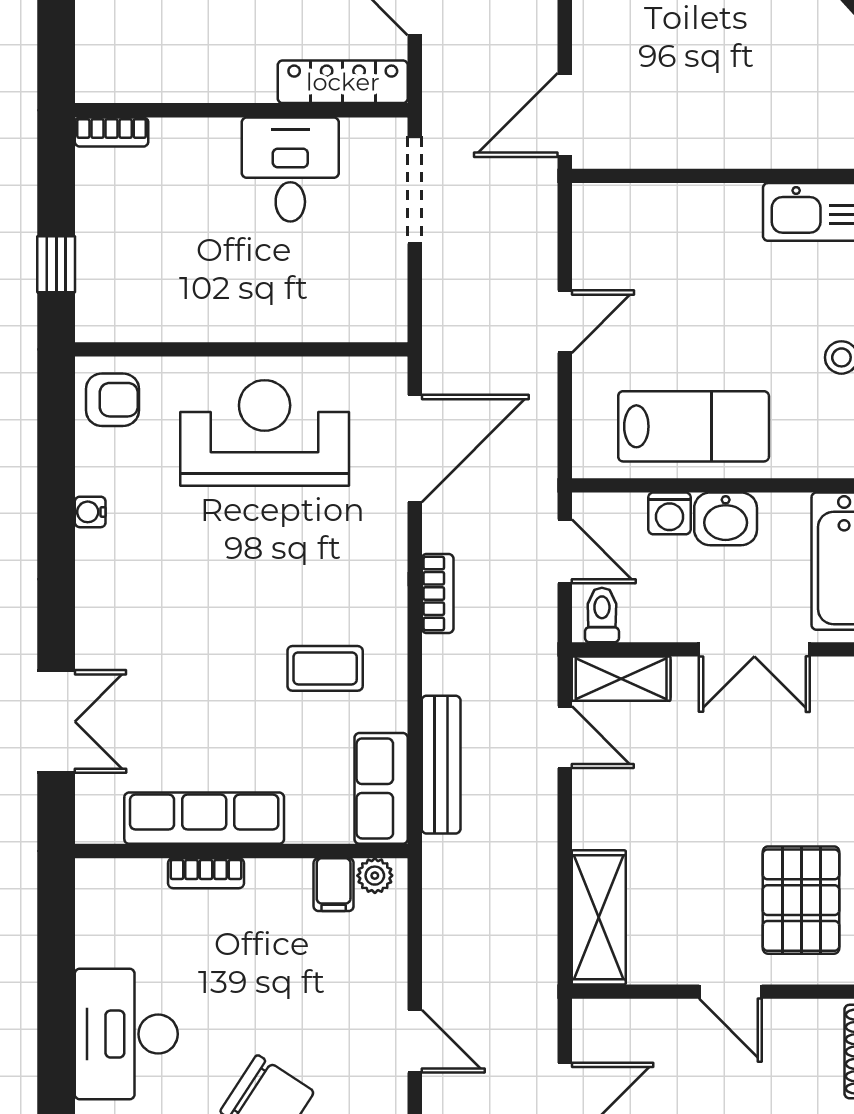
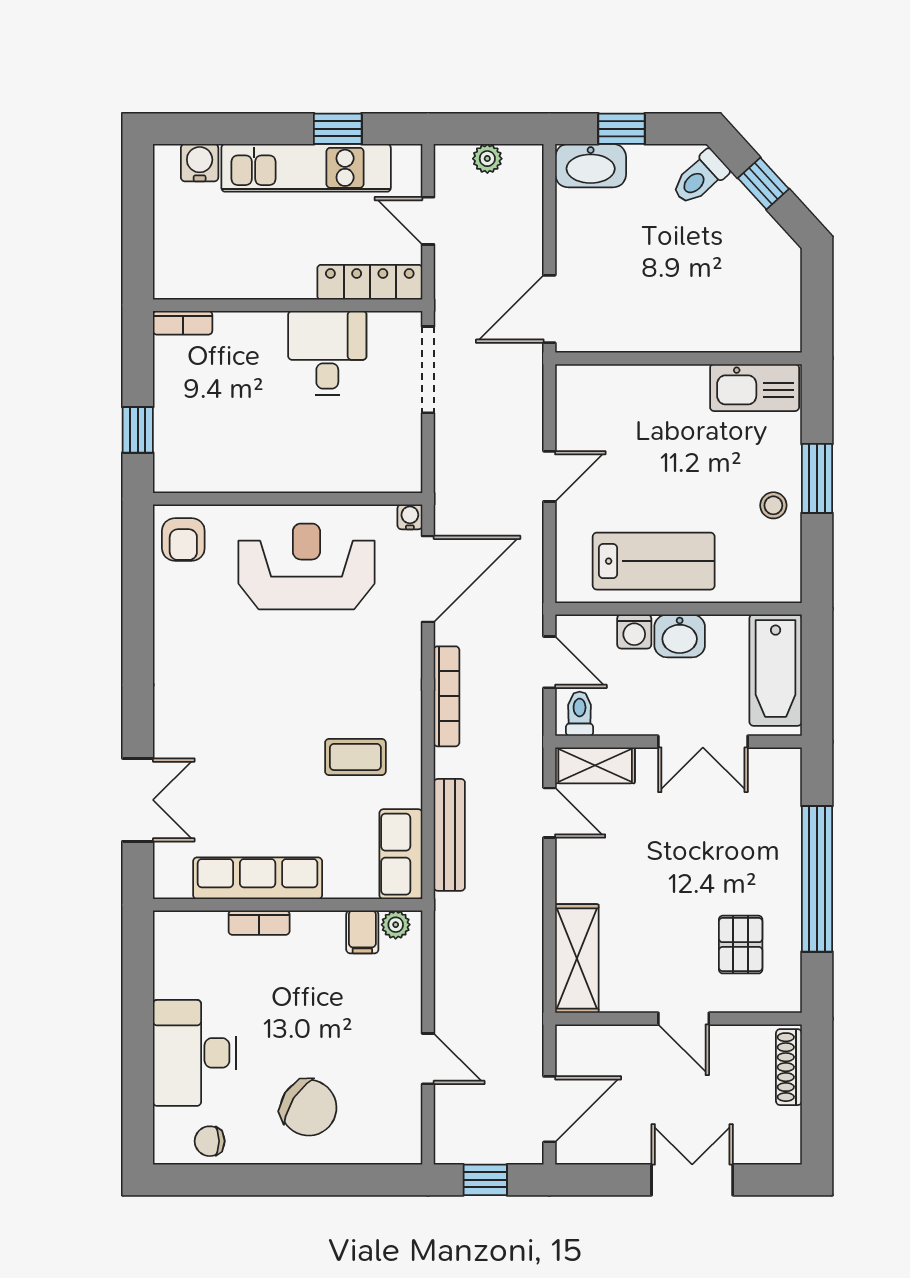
armchair: (112, 400) -> (183, 539), turned 90
water cooler: (90, 512) -> (410, 517), moved, turned 90
bookcase: (438, 594) -> (447, 696), width x1.56
pallet: (801, 900) -> (741, 945), width x0.67, depth x0.71

